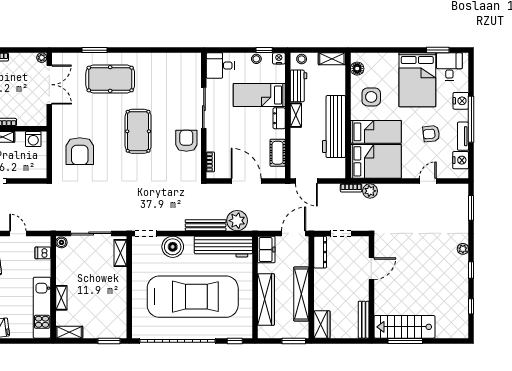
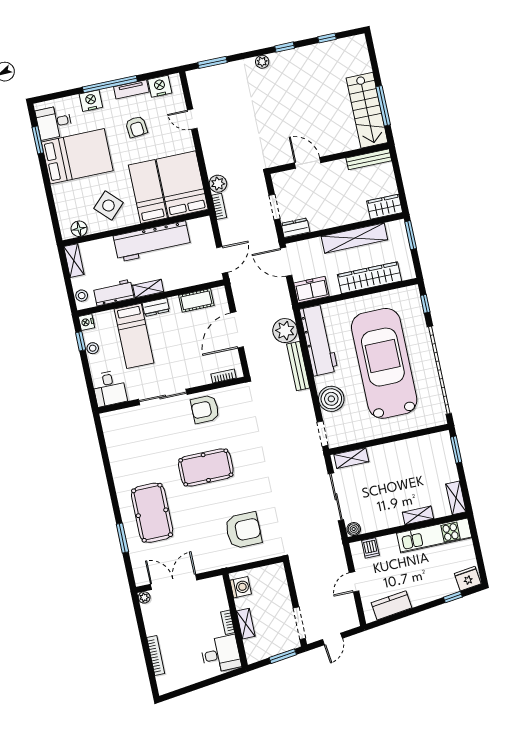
side table: (371, 97) -> (108, 206), turned 45
dresser: (320, 252) -> (295, 228), width x0.70

